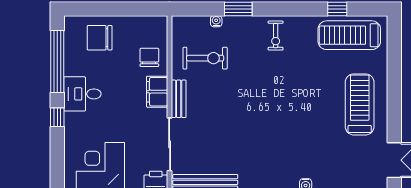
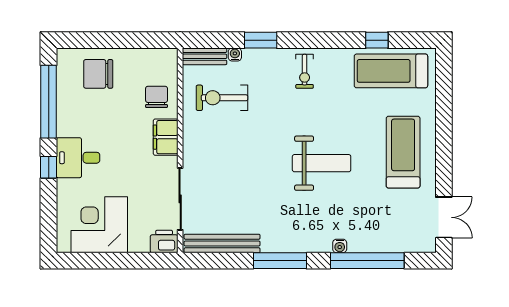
exercise bike: (205, 58) -> (222, 98), turned 180
desk: (82, 94) -> (78, 158), moved
bench: (179, 99) -> (205, 56), moved, turned 90
weight bench: (290, 114) -> (322, 163), added

